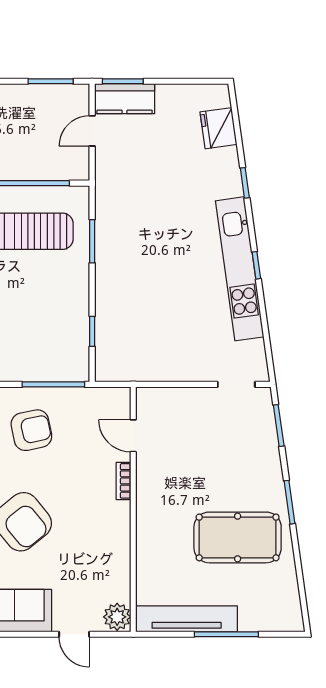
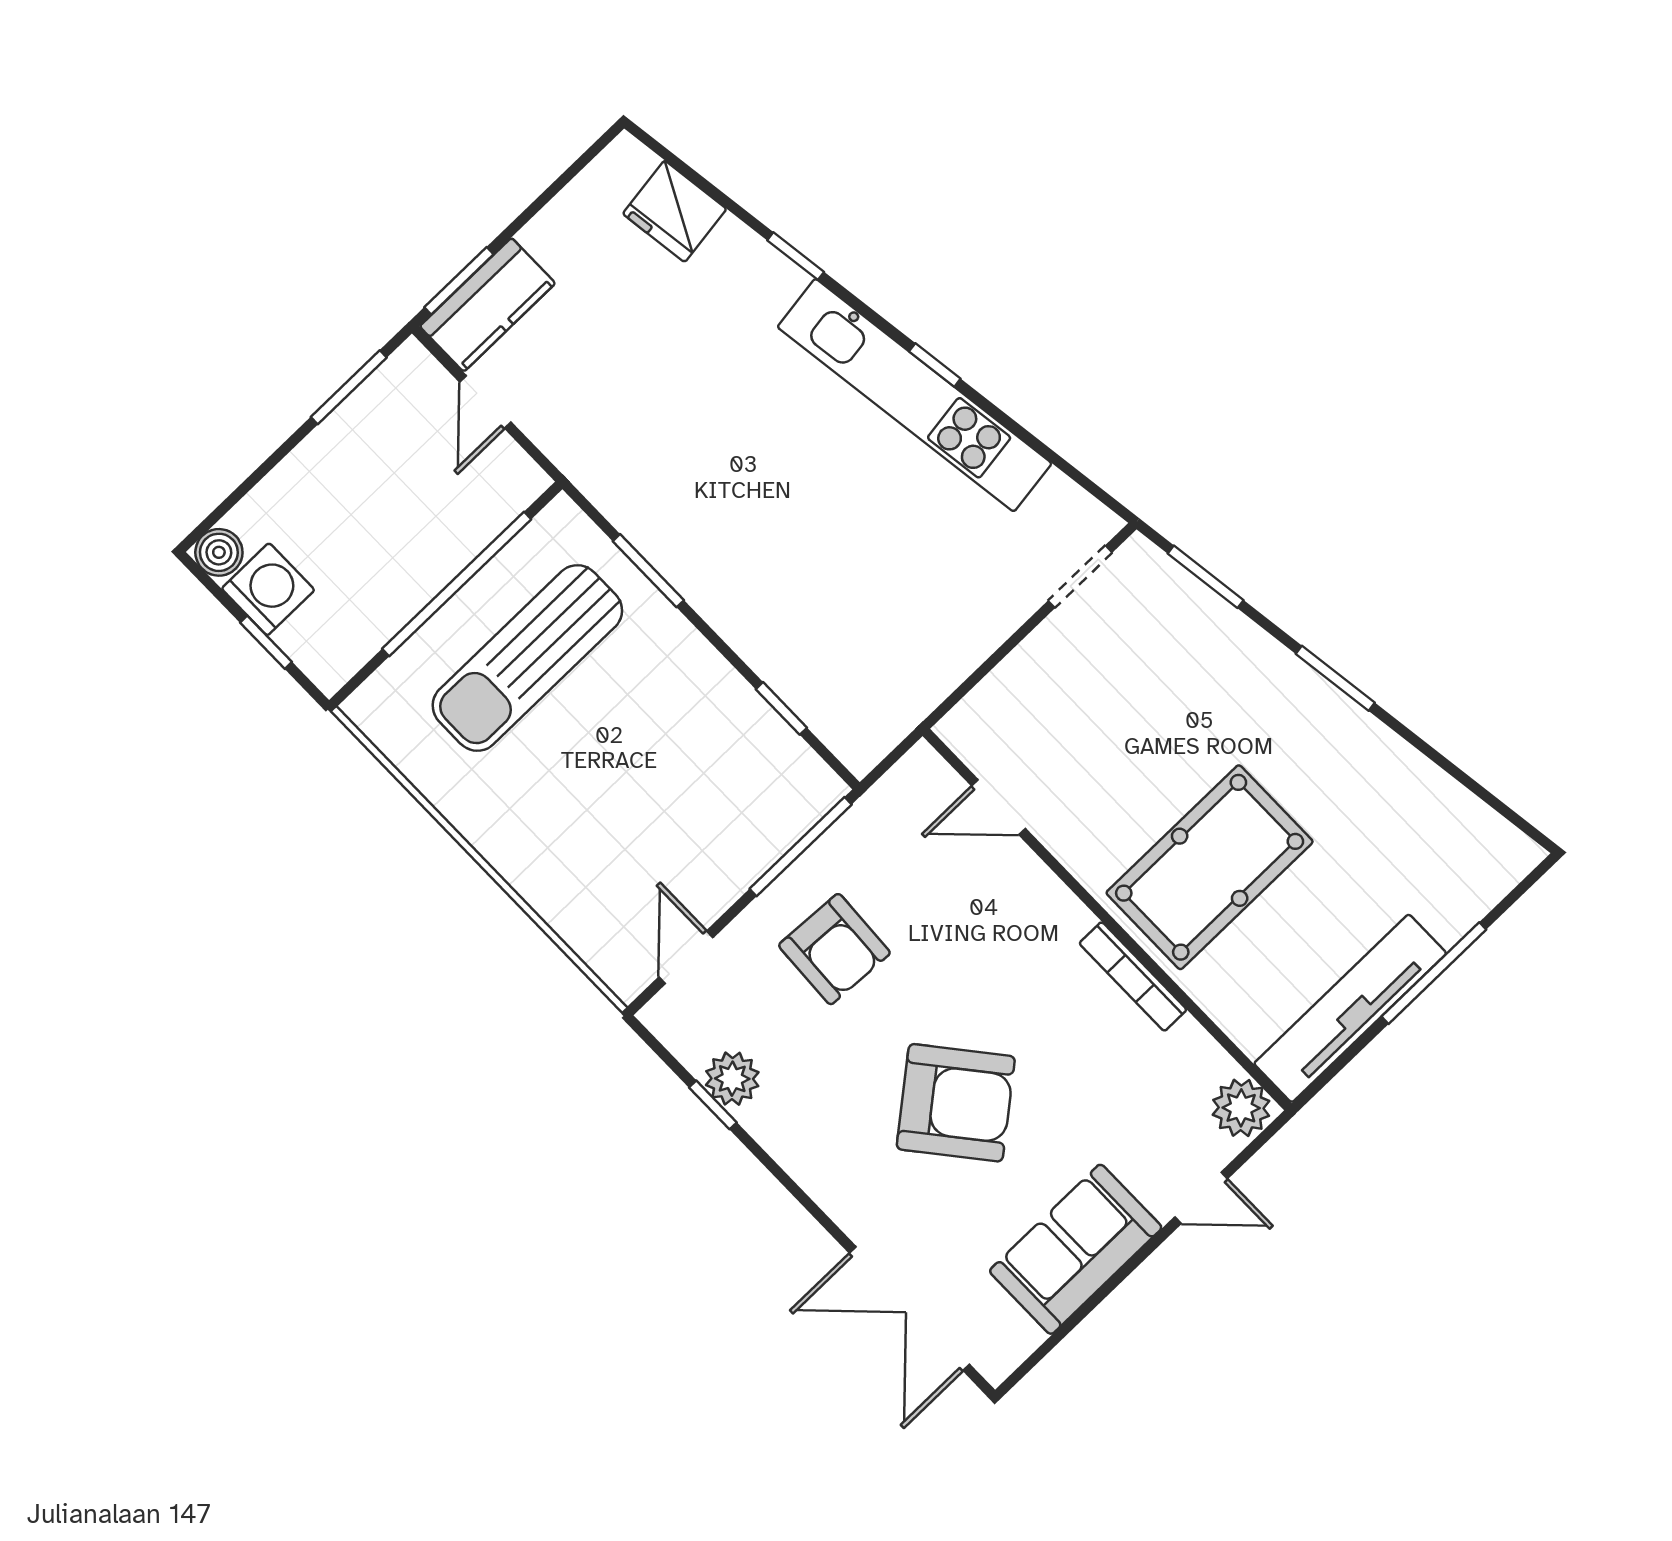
armchair: (31, 430) -> (834, 949), turned 105
bookcase: (123, 481) -> (1133, 977), moved, width x1.56
pool table: (238, 537) -> (1210, 867), moved

